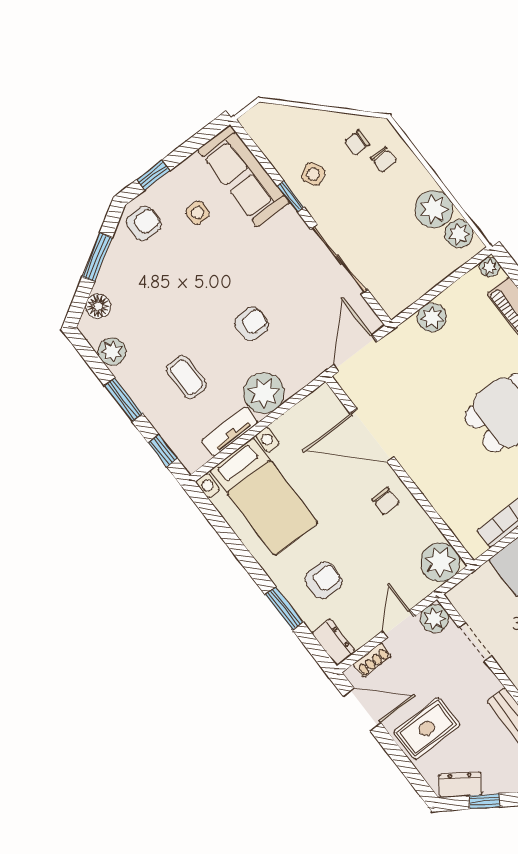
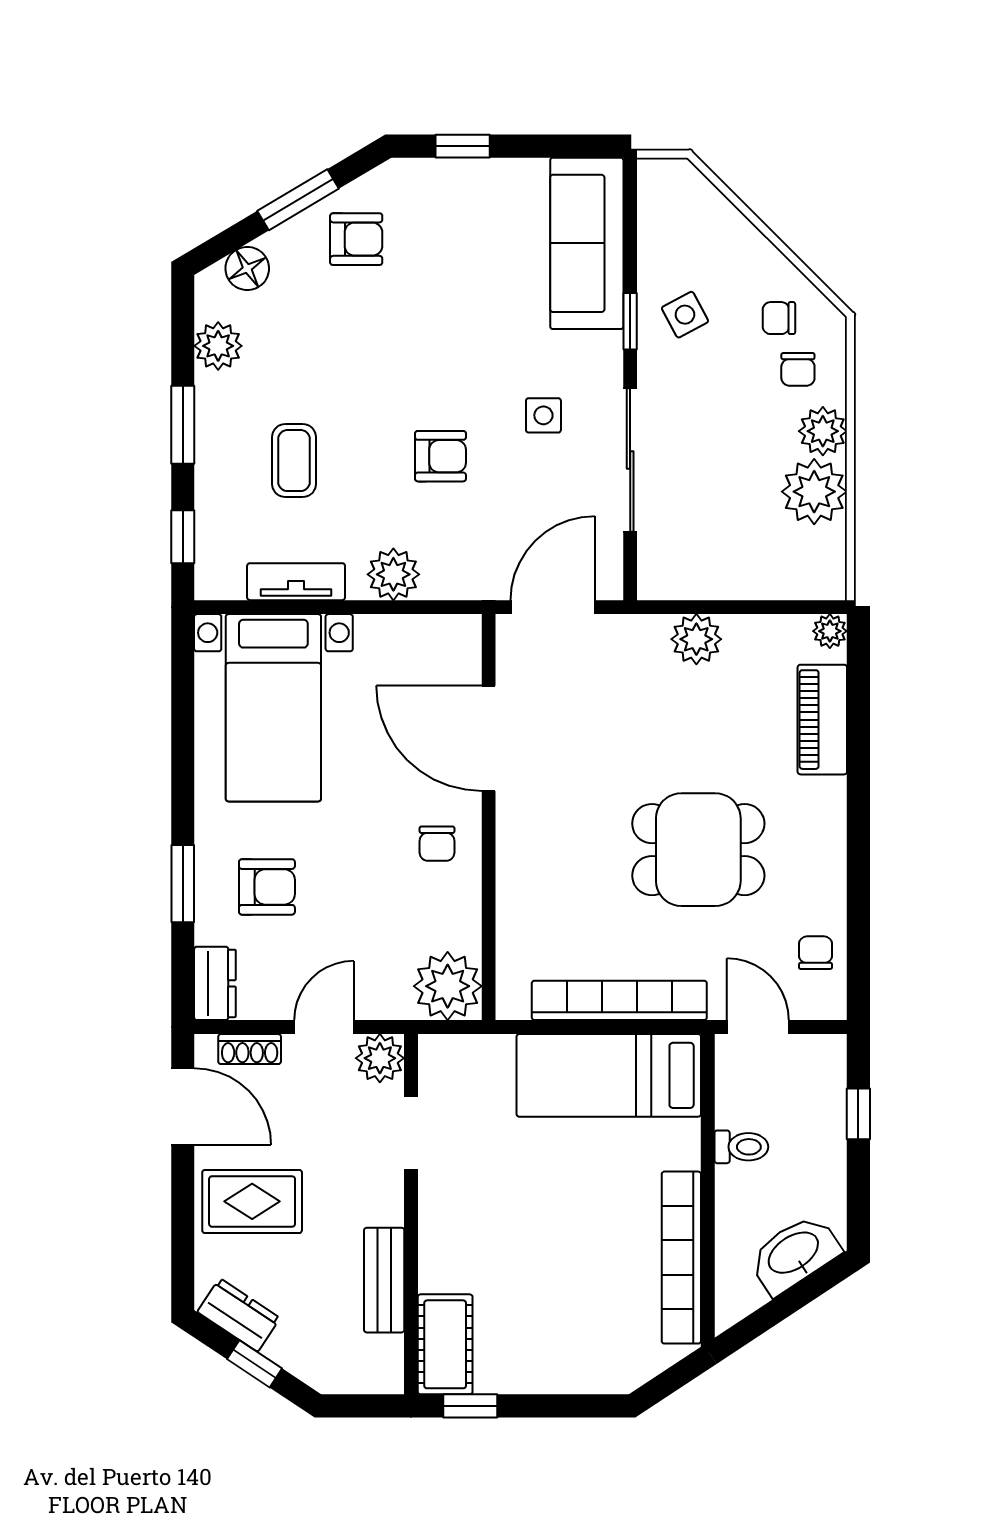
side table: (198, 213) -> (543, 415), moved
armchair: (144, 223) -> (356, 239), moved
plant: (459, 234) -> (823, 431), moved
plant: (264, 393) -> (393, 574), width x0.73, depth x0.73

